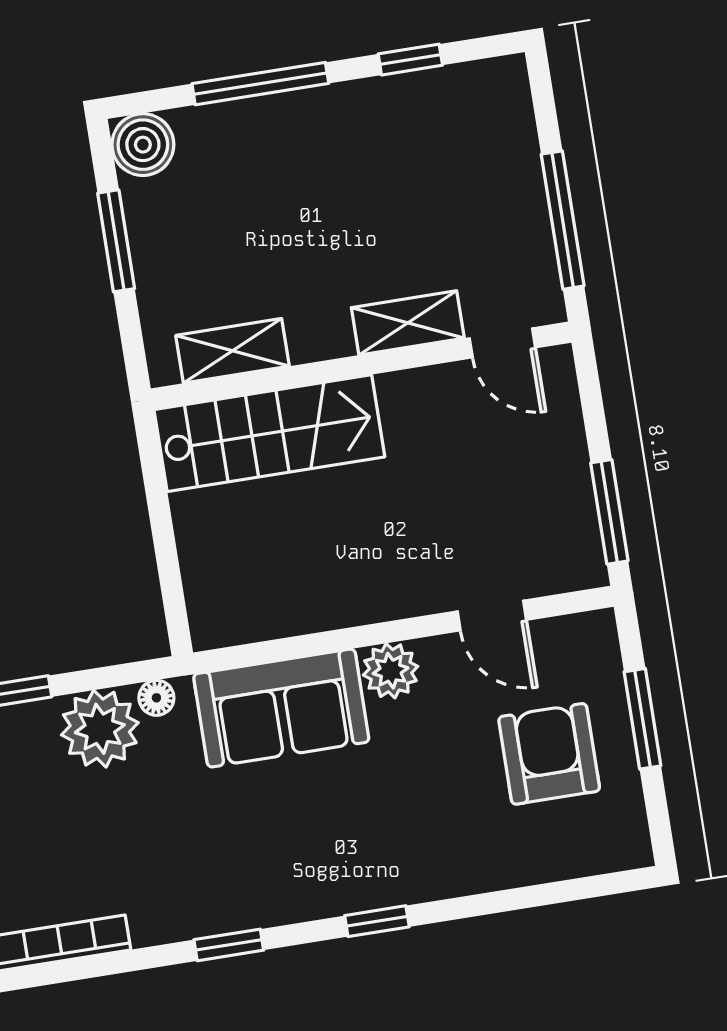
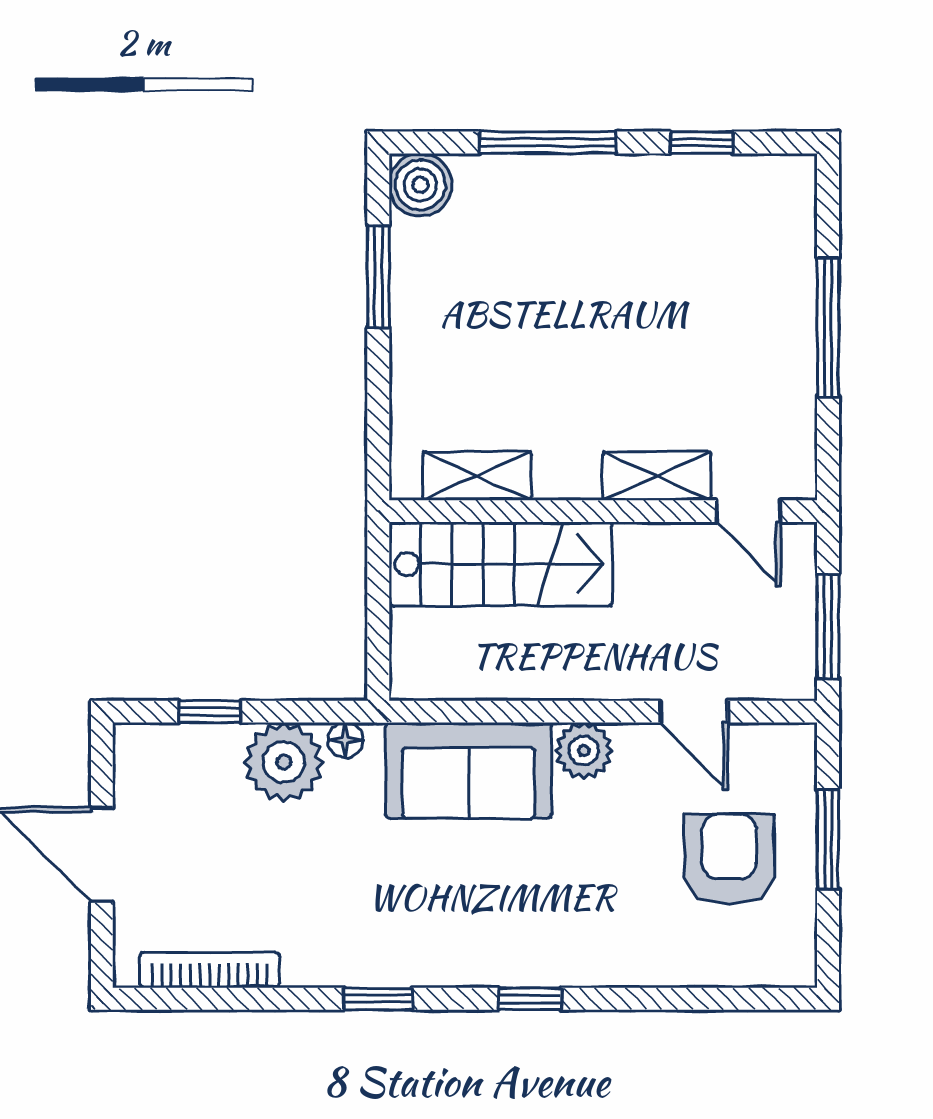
shelving: (408, 323) -> (657, 476), moved
door: (502, 343) -> (748, 511), moved
shelving: (233, 351) -> (477, 476), moved
wall: (361, 366) -> (603, 511), moved
stairs: (269, 433) -> (501, 564), moved

